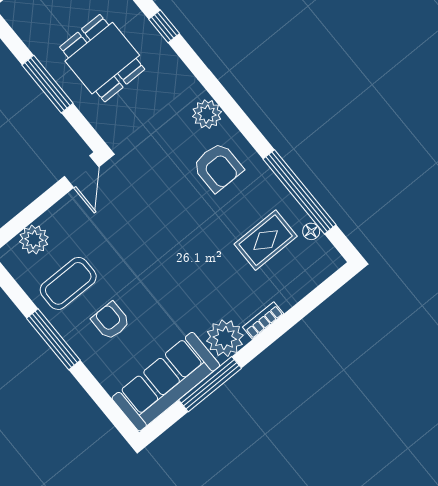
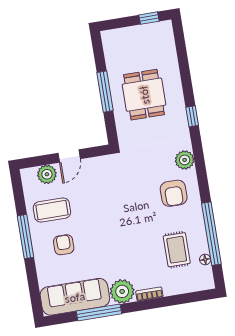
window: (164, 26) -> (192, 116), moved
door: (82, 172) -> (69, 156), moved
rug: (266, 240) -> (177, 250), turned 90

